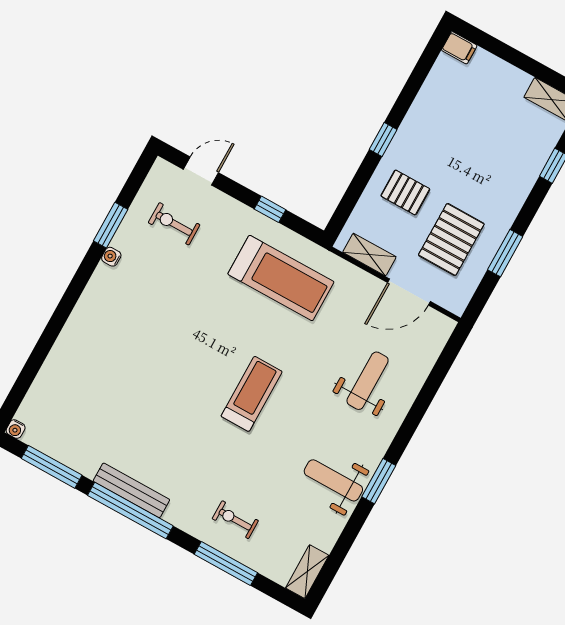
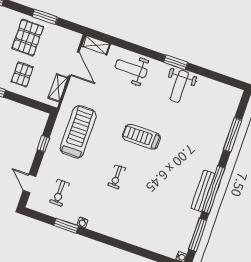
pallet: (451, 239) -> (28, 38), moved, turned 90
weight bench: (368, 381) -> (131, 69), moved
exercise bike: (235, 520) -> (117, 177), moved
shelving: (307, 572) -> (96, 45), moved

